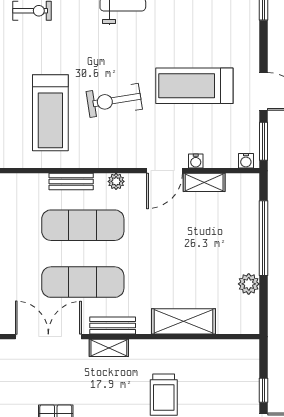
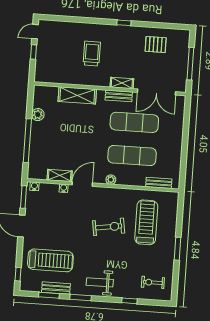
treadmill: (194, 86) -> (50, 260), moved
bench: (71, 181) -> (159, 183), moved

